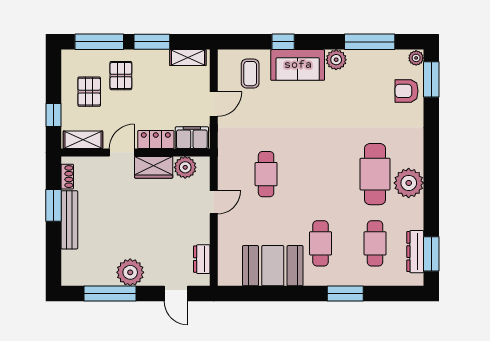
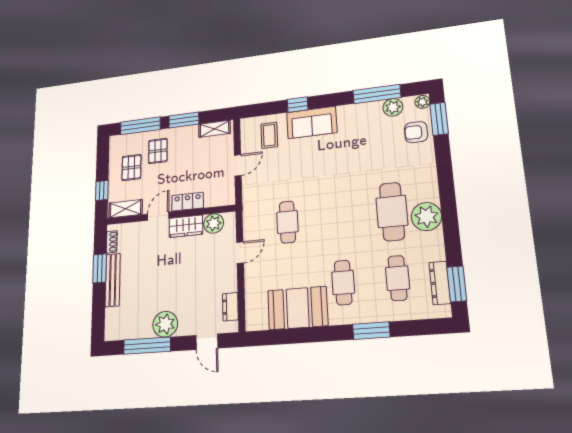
plant: (336, 60) -> (393, 107), moved
filing cabinet: (192, 138) -> (219, 197), removed

